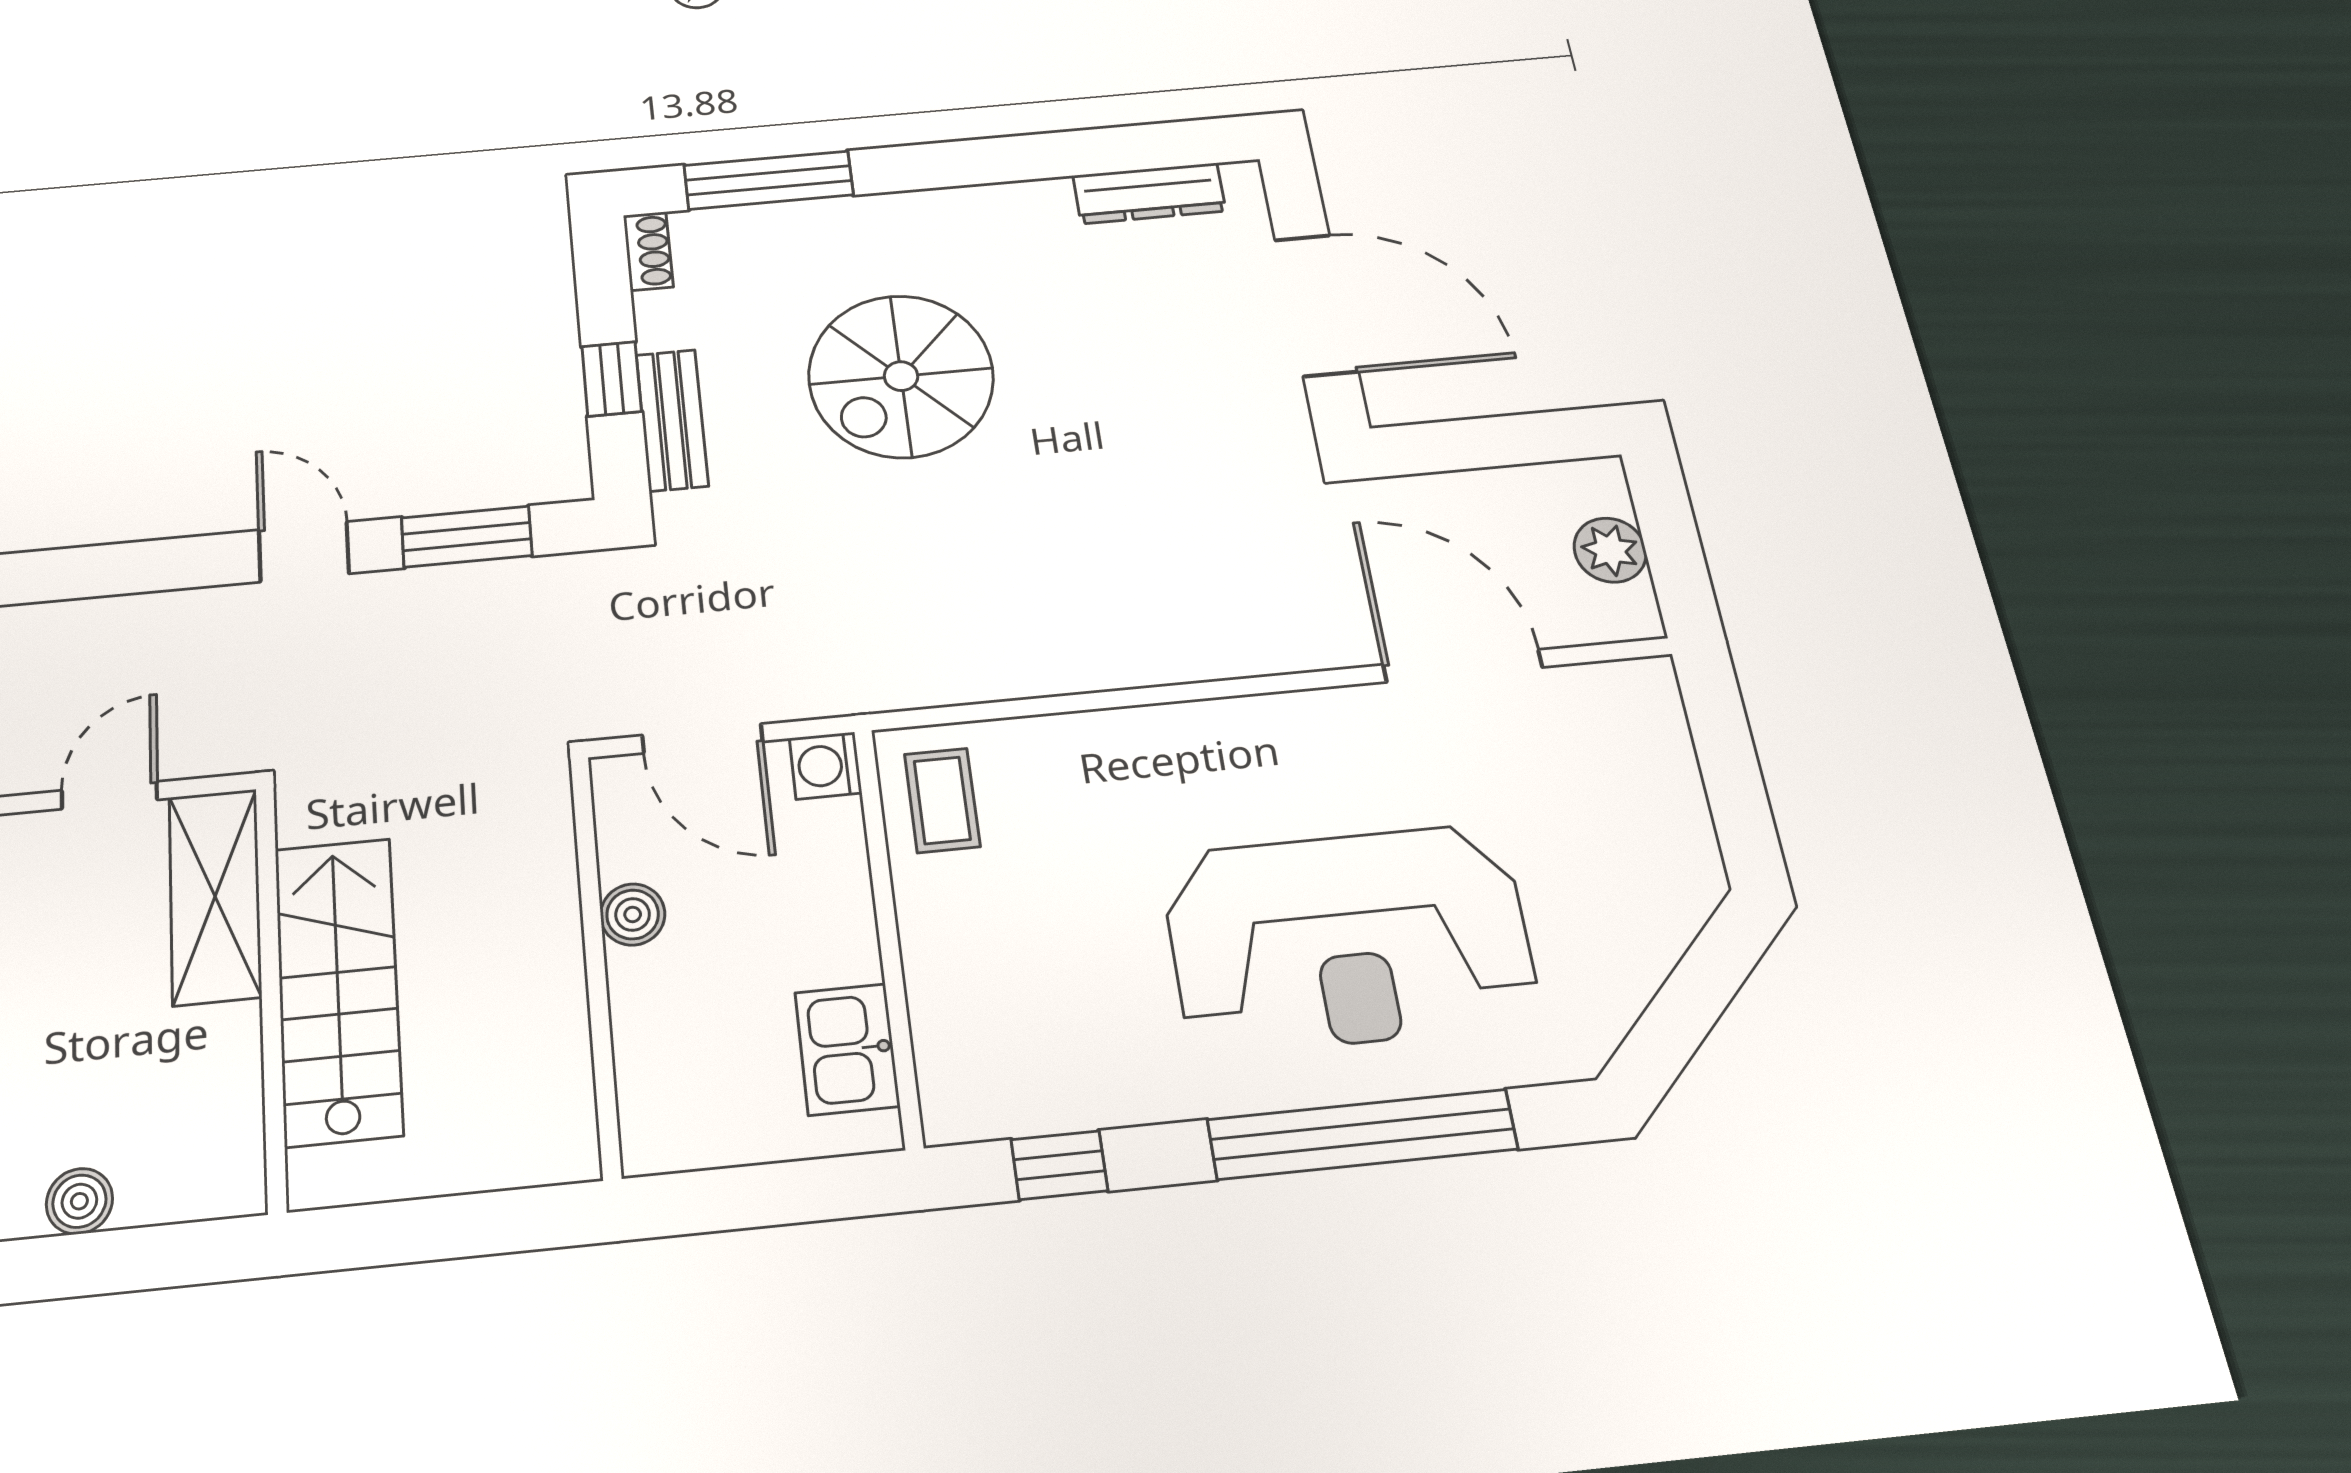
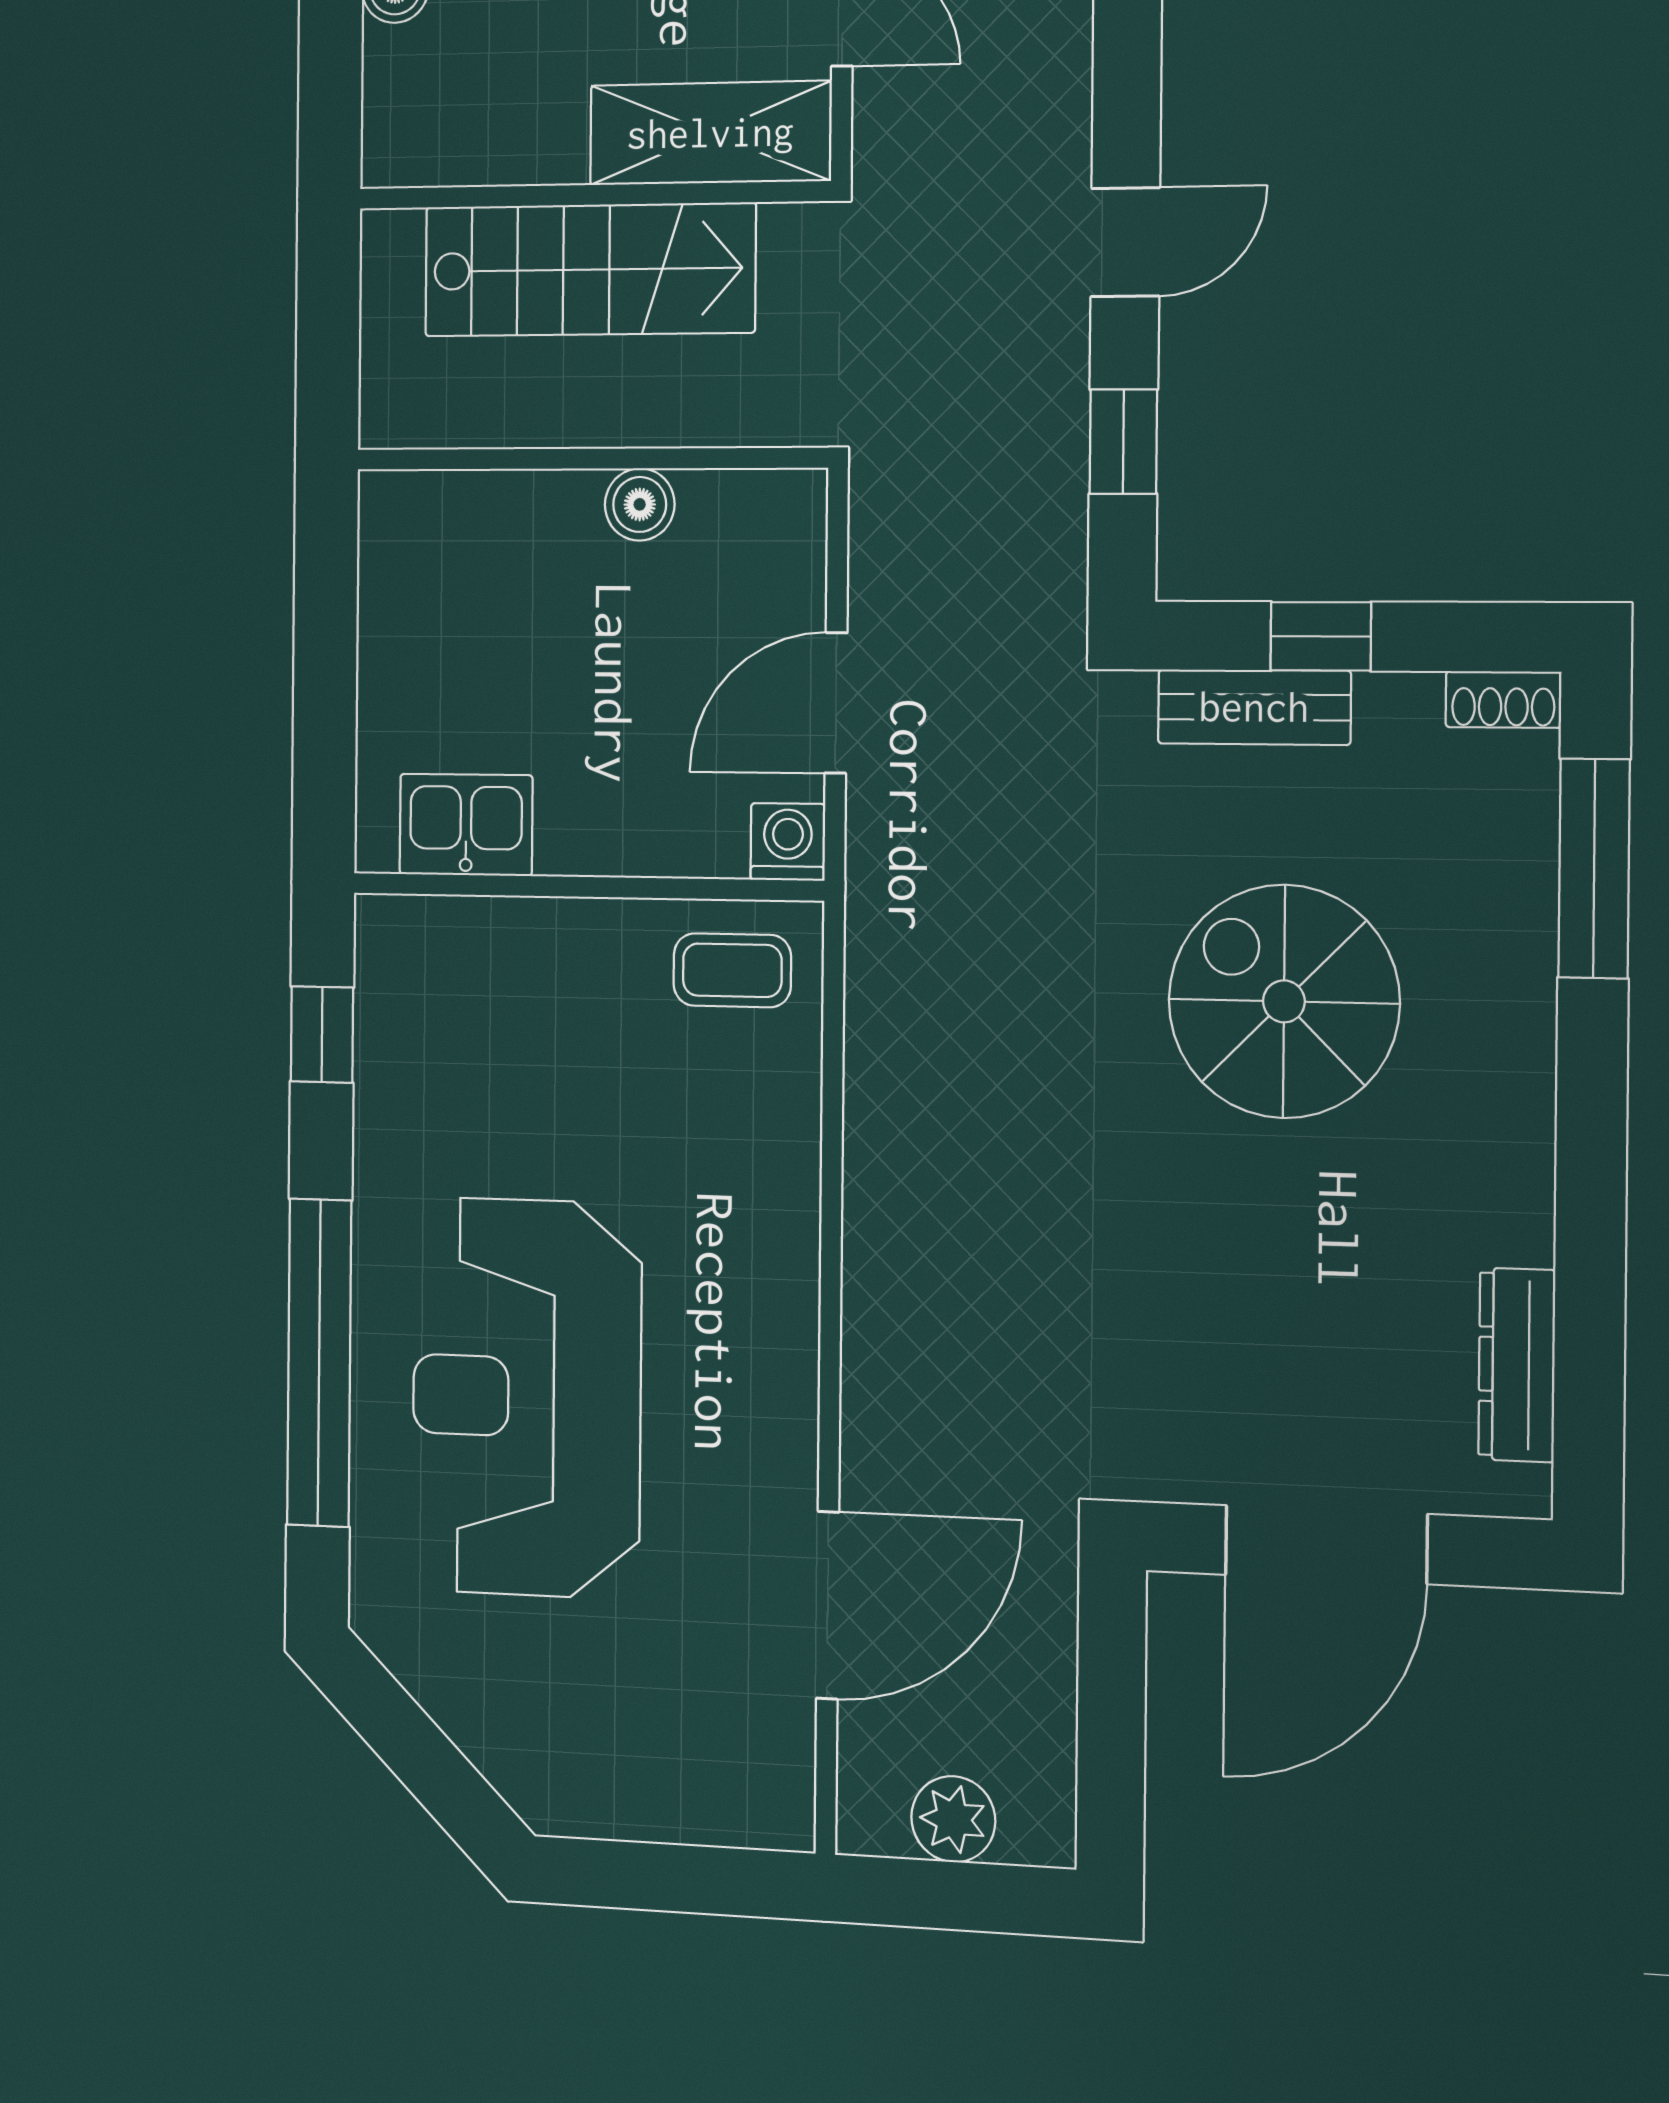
window: (467, 537) -> (1123, 442), width x0.67
boiler: (633, 914) -> (640, 504), moved
wall: (595, 962) -> (591, 459), moved

